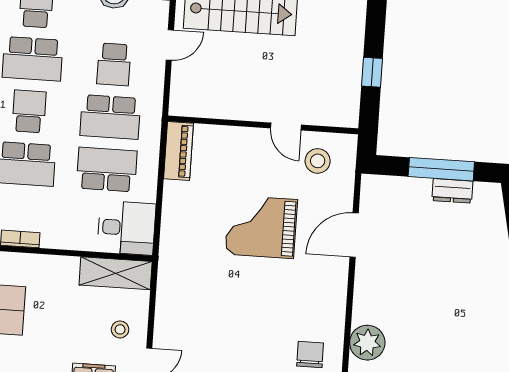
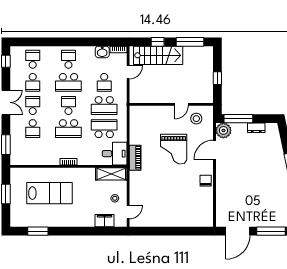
door: (286, 126) -> (181, 104), hinge flipped
piano: (178, 151) -> (135, 158), moved
window: (441, 169) -> (238, 119), moved
grand piano: (261, 227) -> (174, 149), turned -90
plant: (367, 343) -> (223, 130), moved
chair: (310, 354) -> (206, 181), moved

